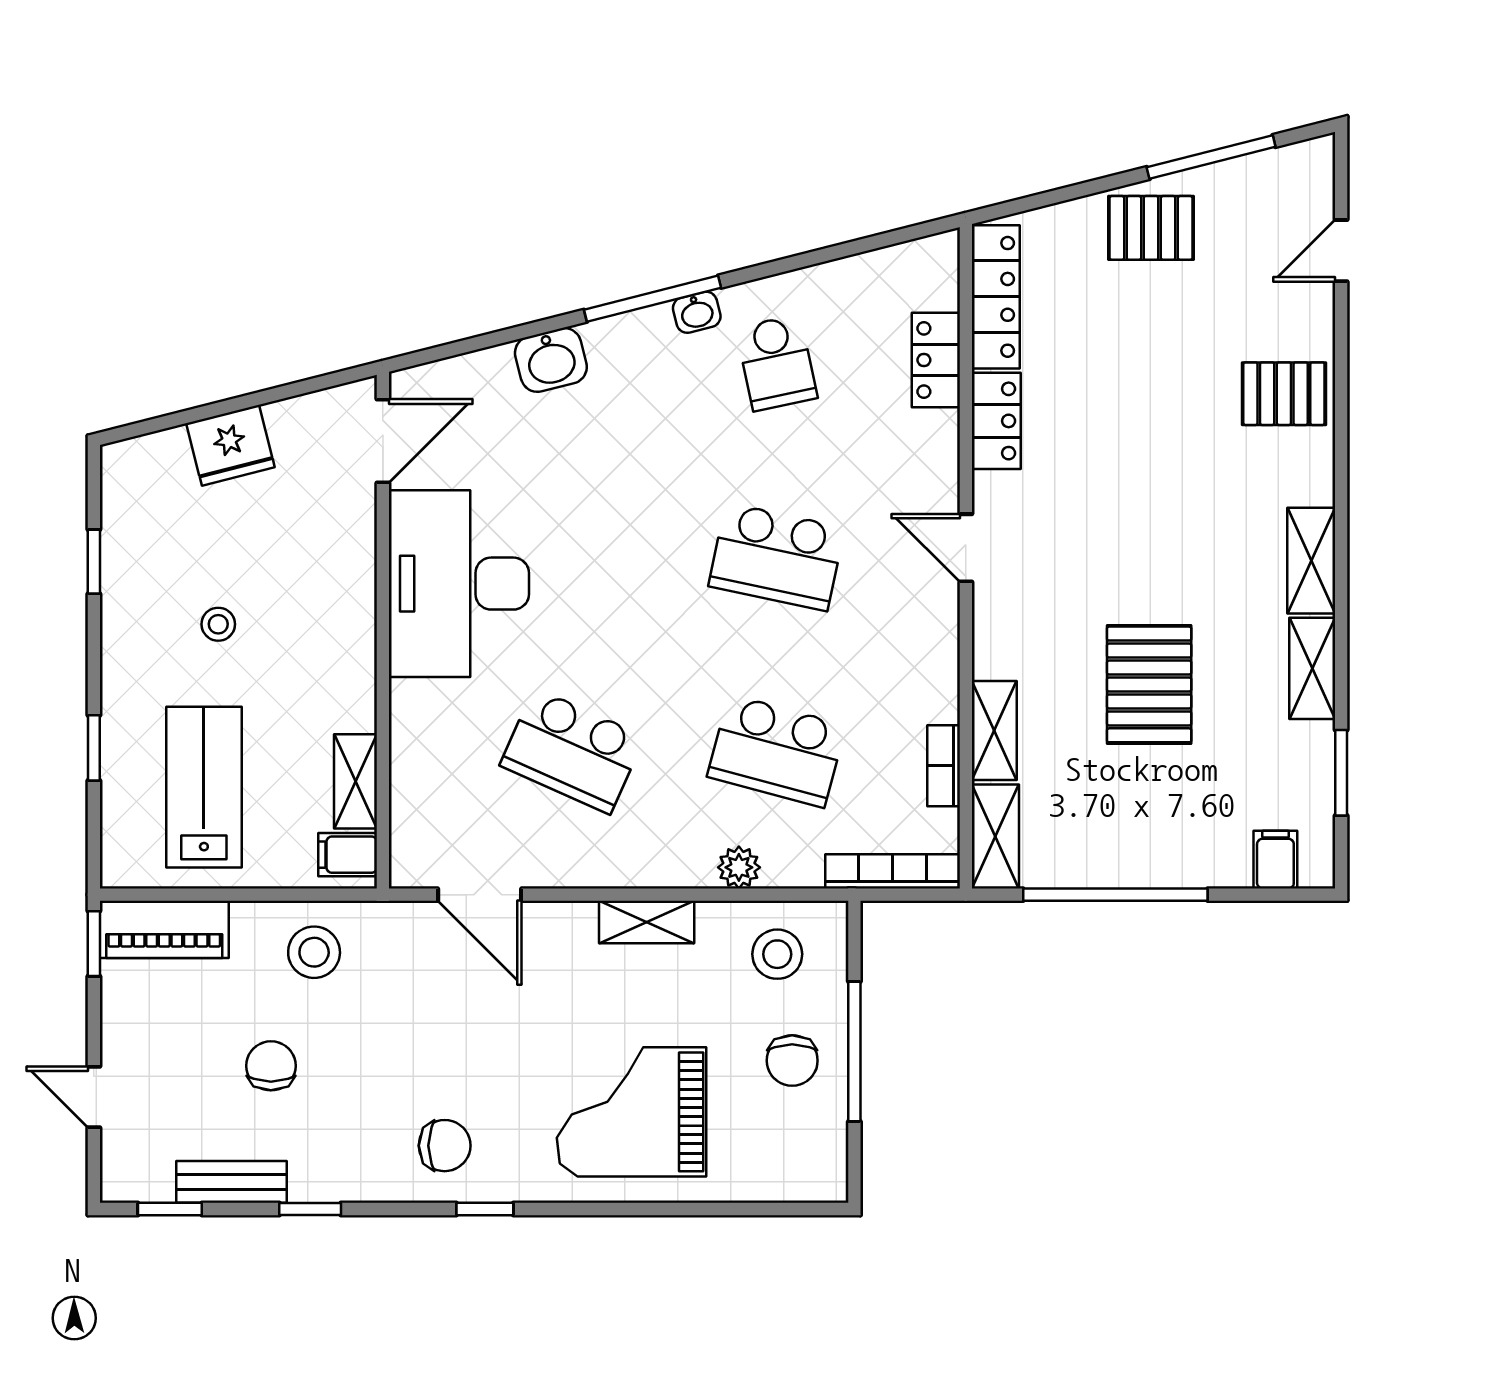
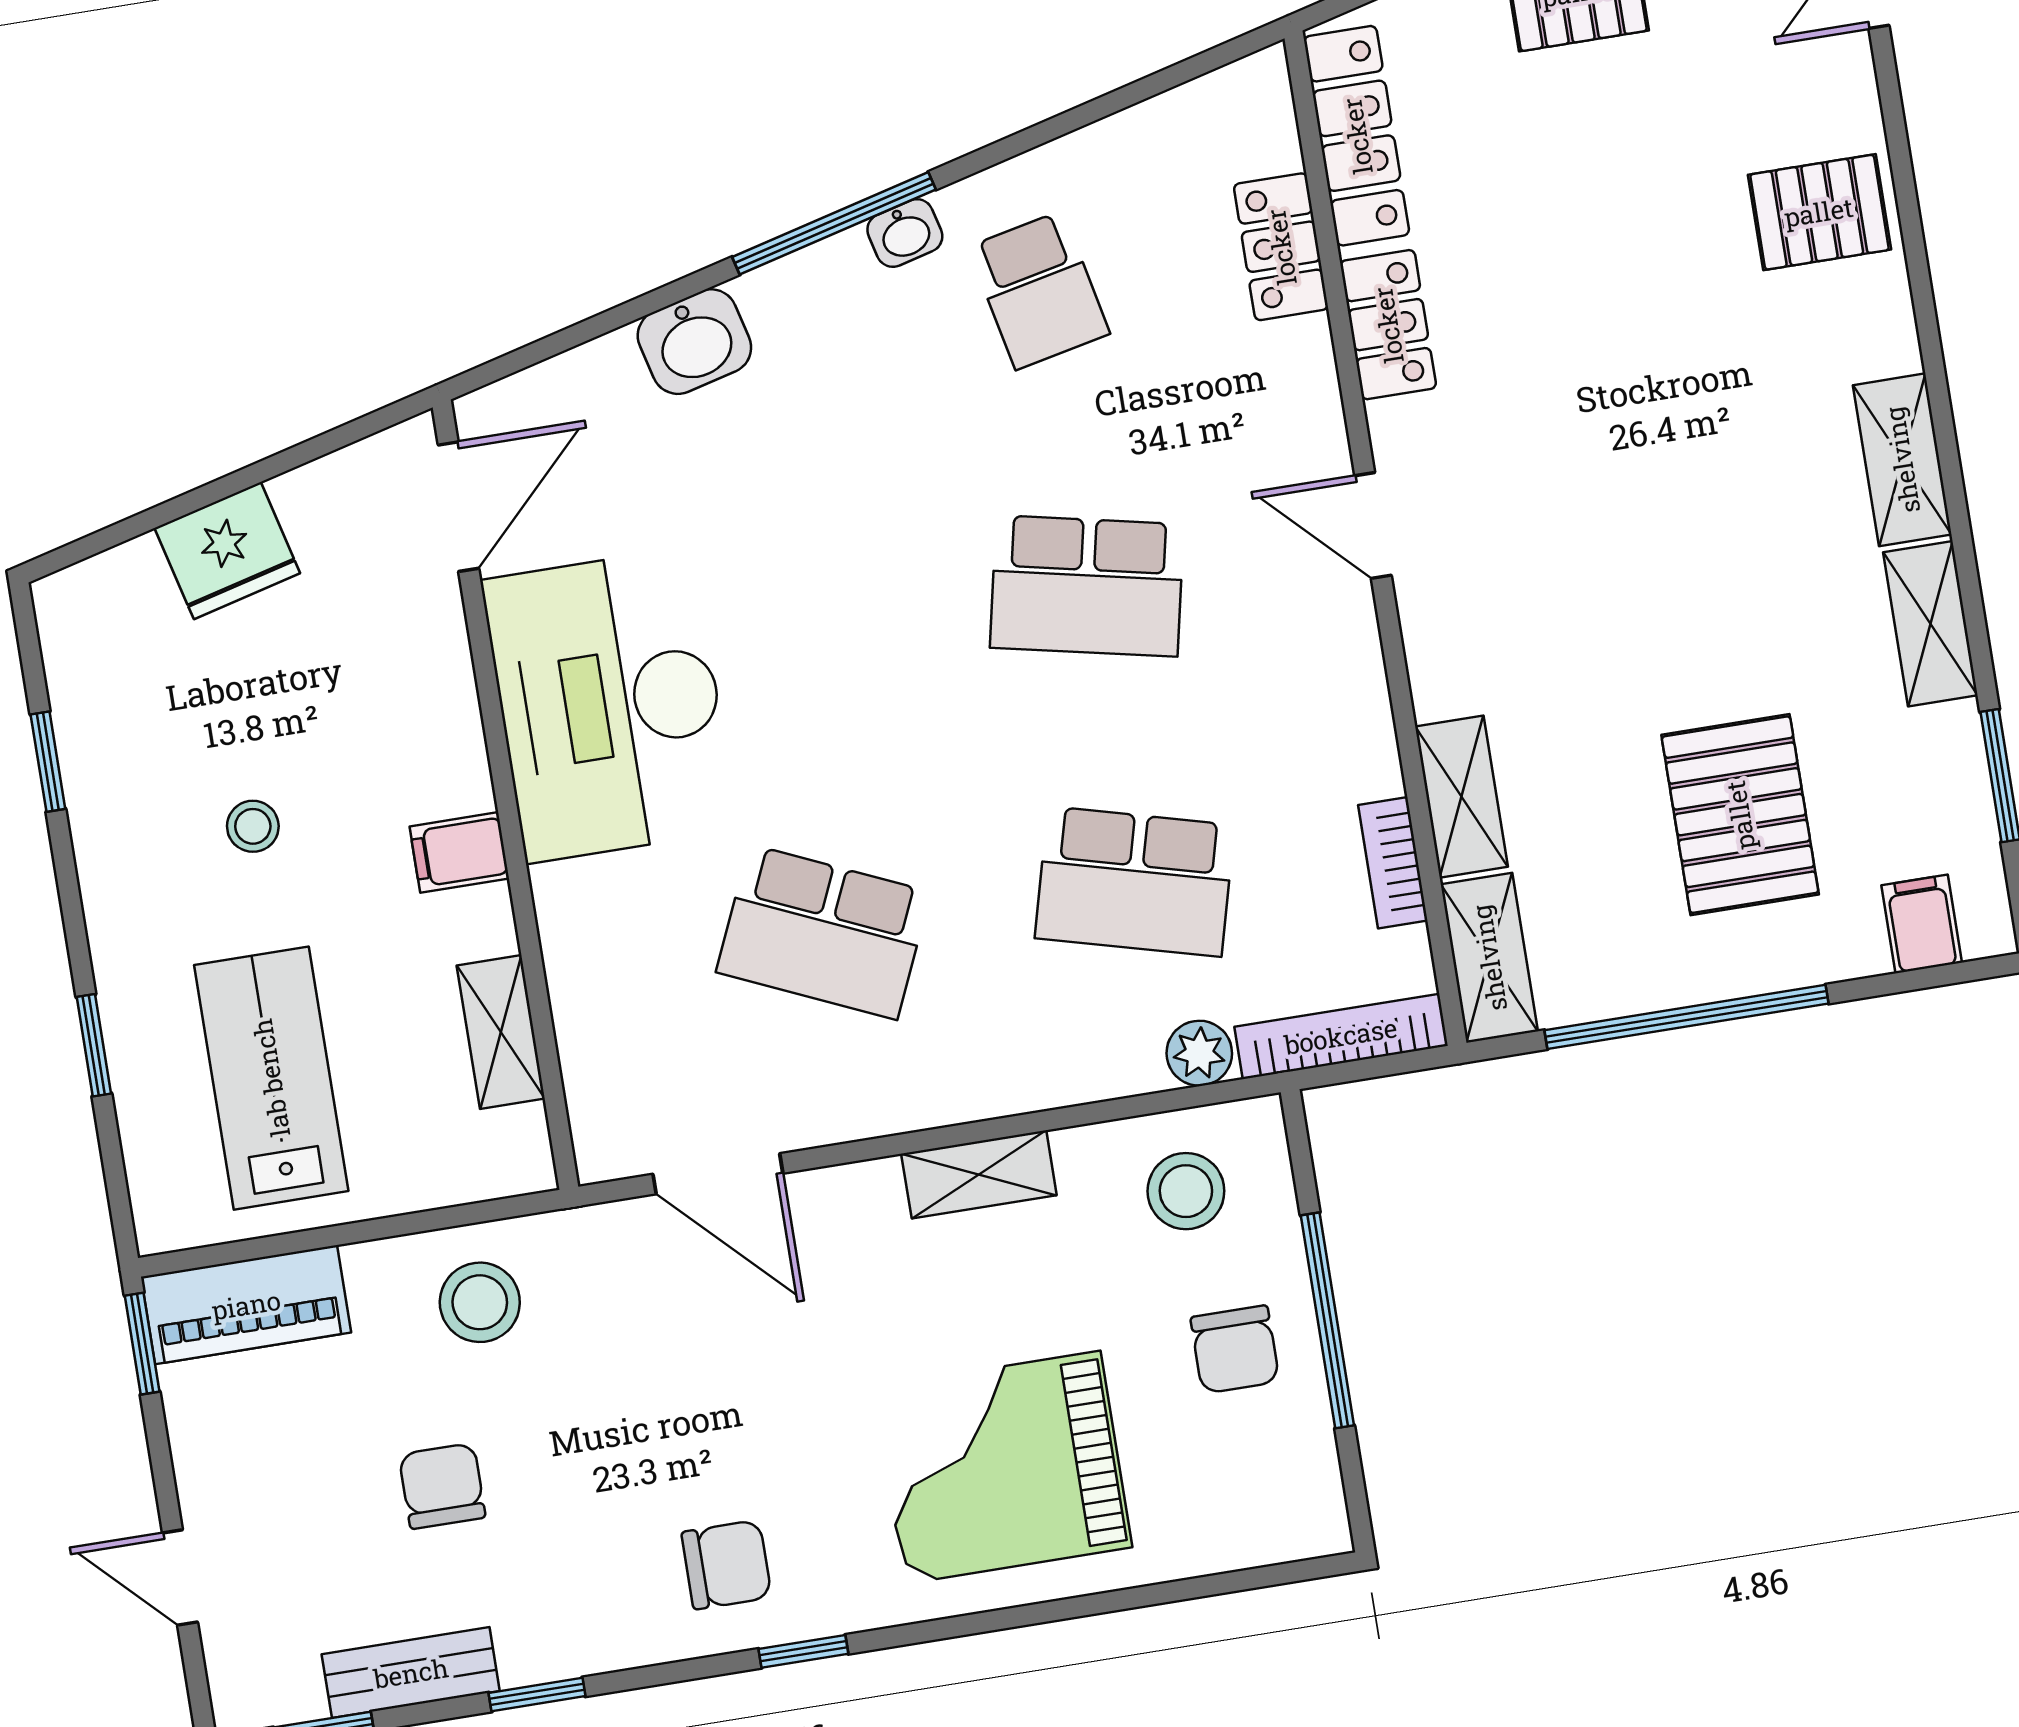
pallet: (1149, 684) -> (1740, 815), moved
filing cabinet: (348, 855) -> (459, 852), moved
plant: (739, 867) -> (1199, 1053), moved

